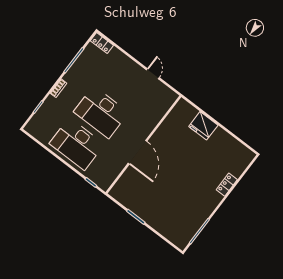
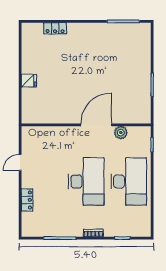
locker: (102, 43) -> (27, 200), moved
fridge: (203, 126) -> (29, 81), width x0.53, depth x0.75
plant: (118, 166) -> (121, 132), added
locker: (227, 185) -> (55, 28), moved

